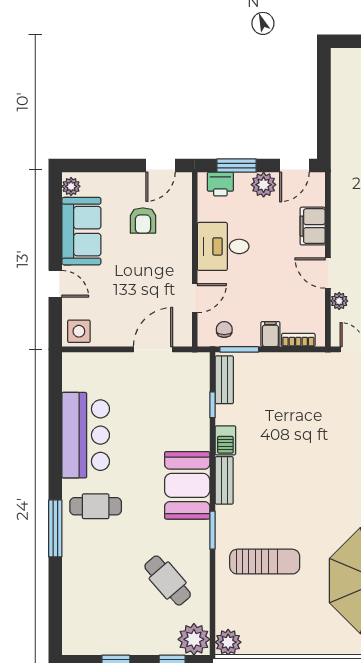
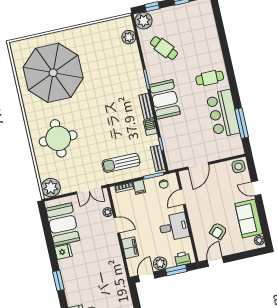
armchair: (143, 221) -> (218, 231), turned -136
window: (55, 528) -> (242, 123), moved
sun lounger: (265, 562) -> (121, 163), moved
plant: (228, 642) -> (129, 37), moved

